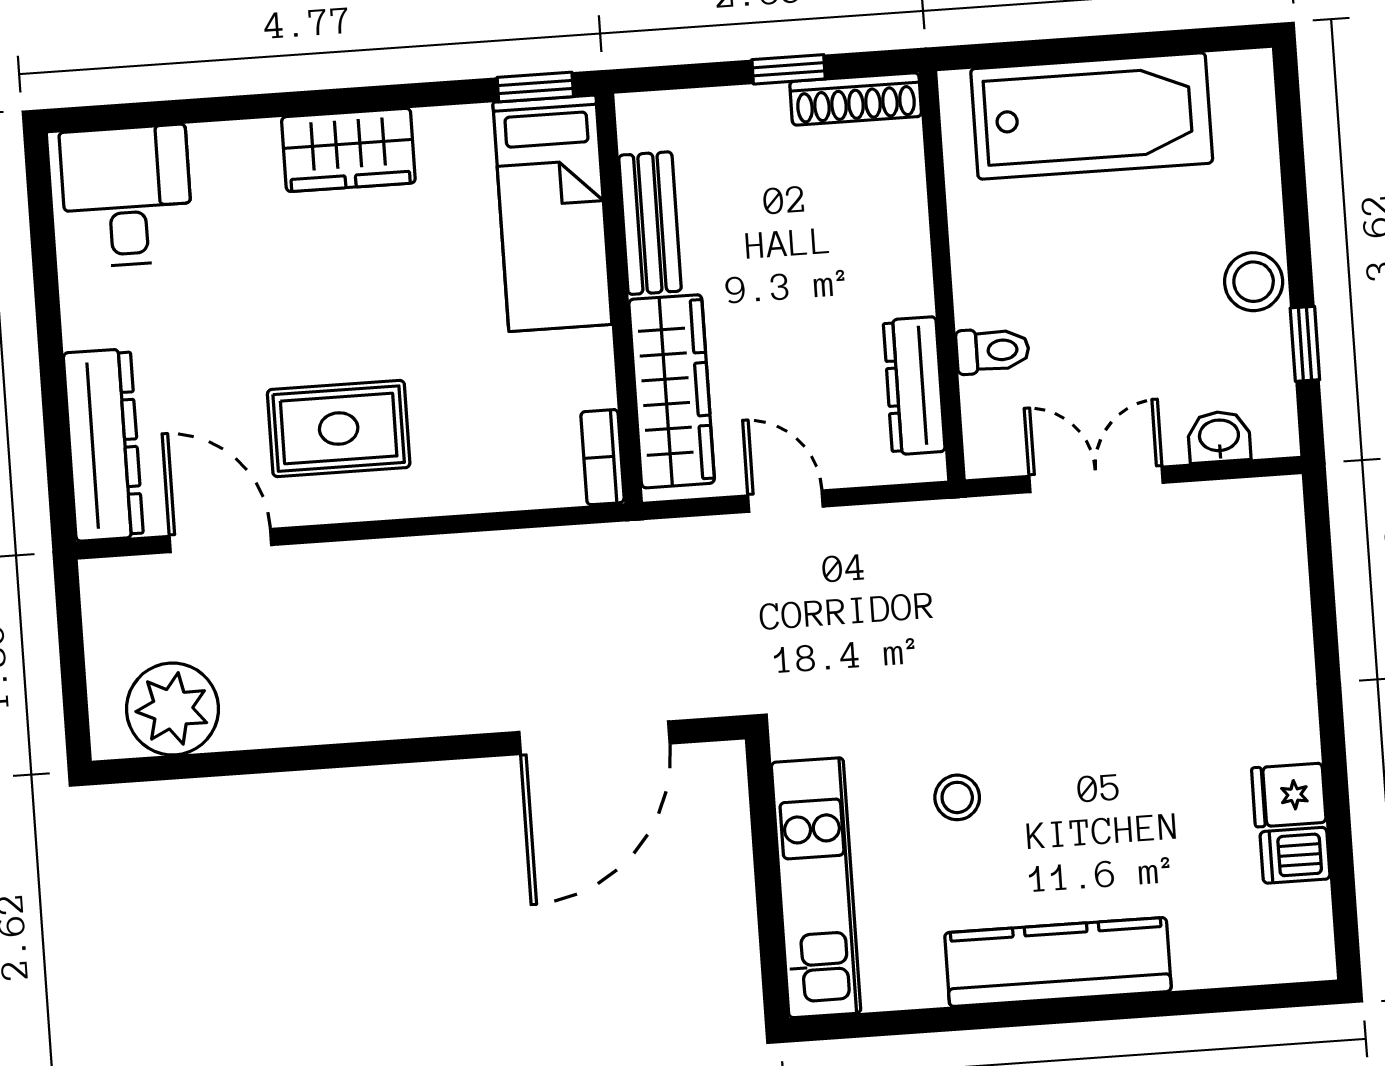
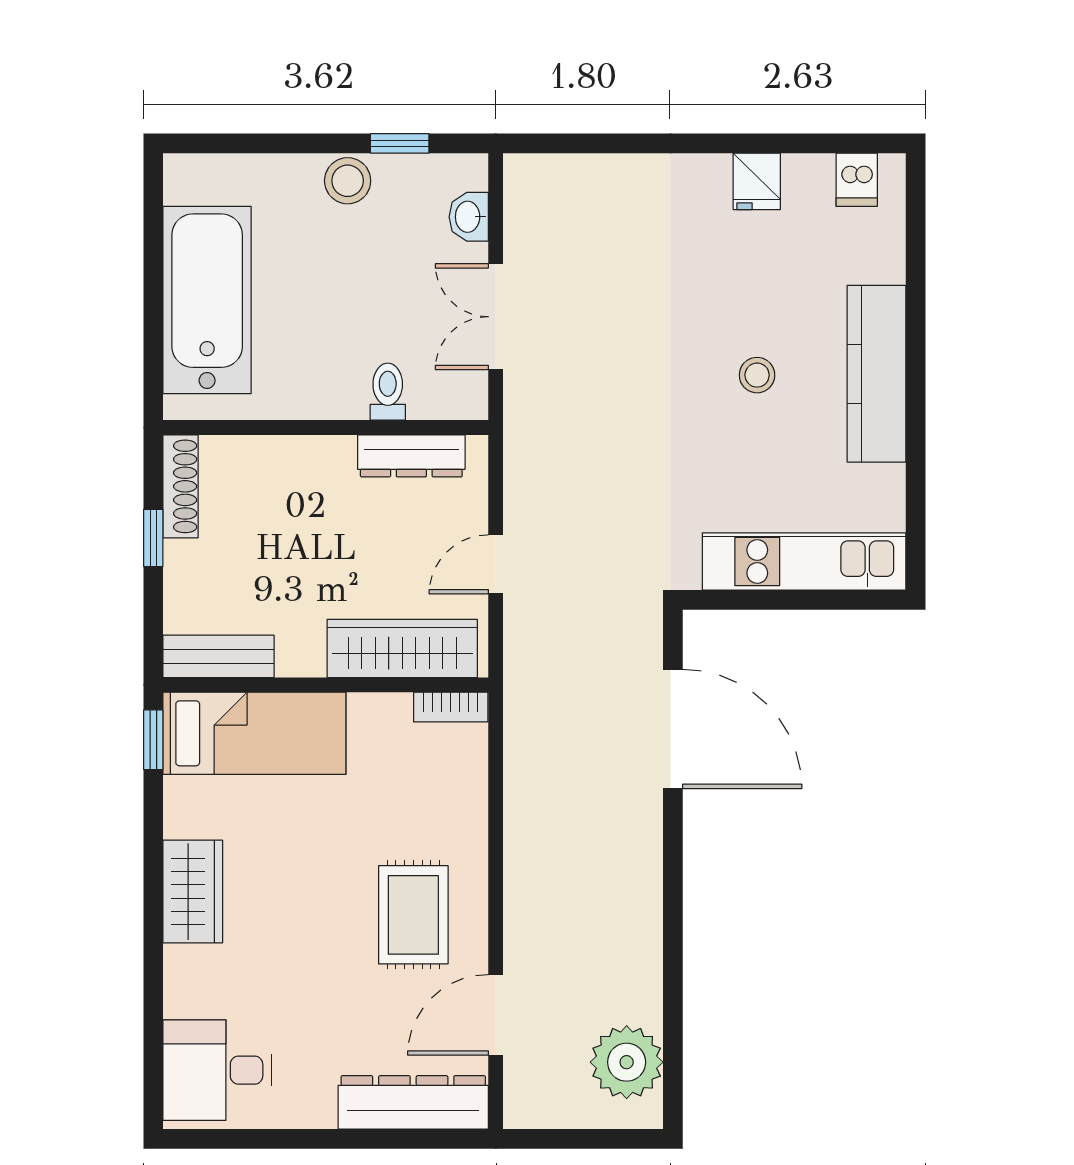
bench: (650, 223) -> (219, 656), moved
stool: (957, 797) -> (757, 375), moved
dishwasher: (1295, 855) -> (857, 180), moved

